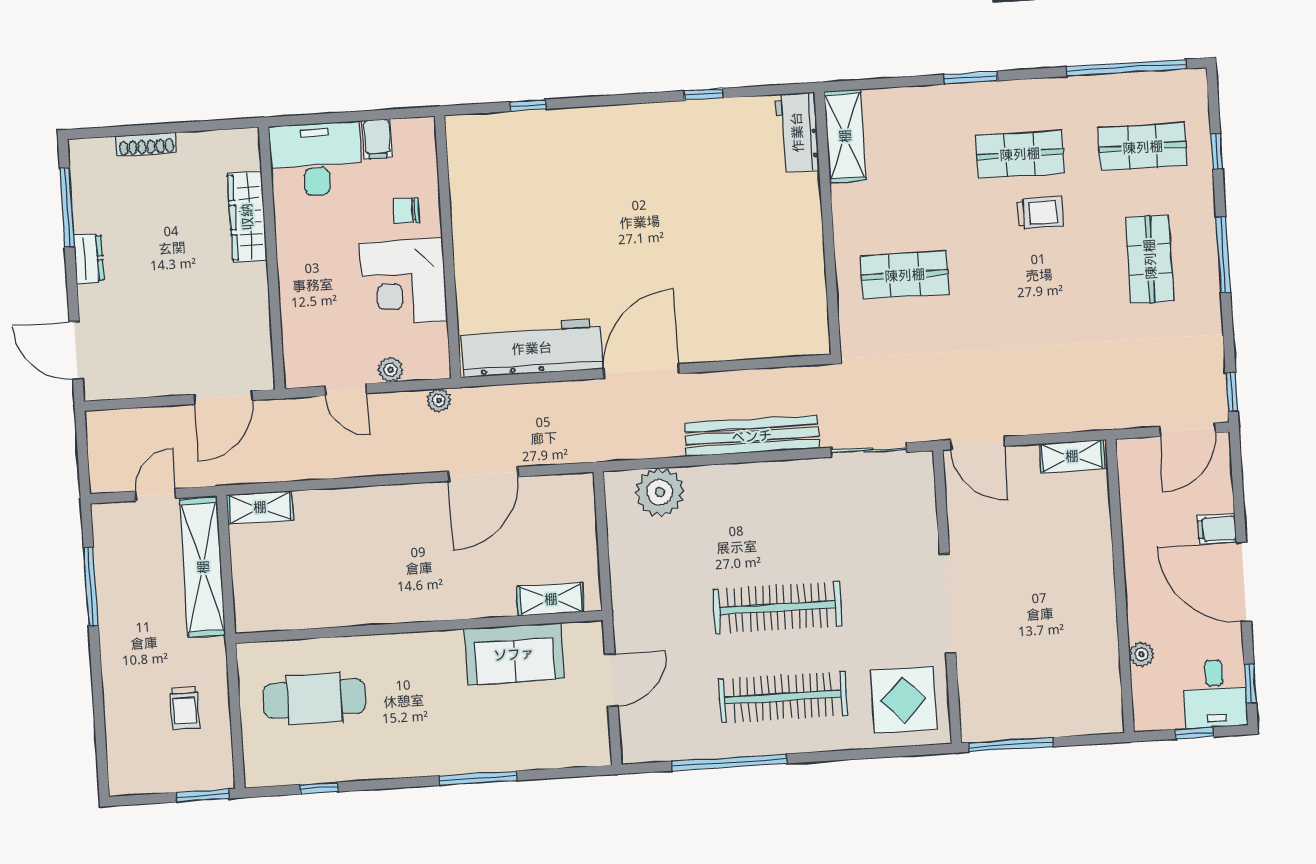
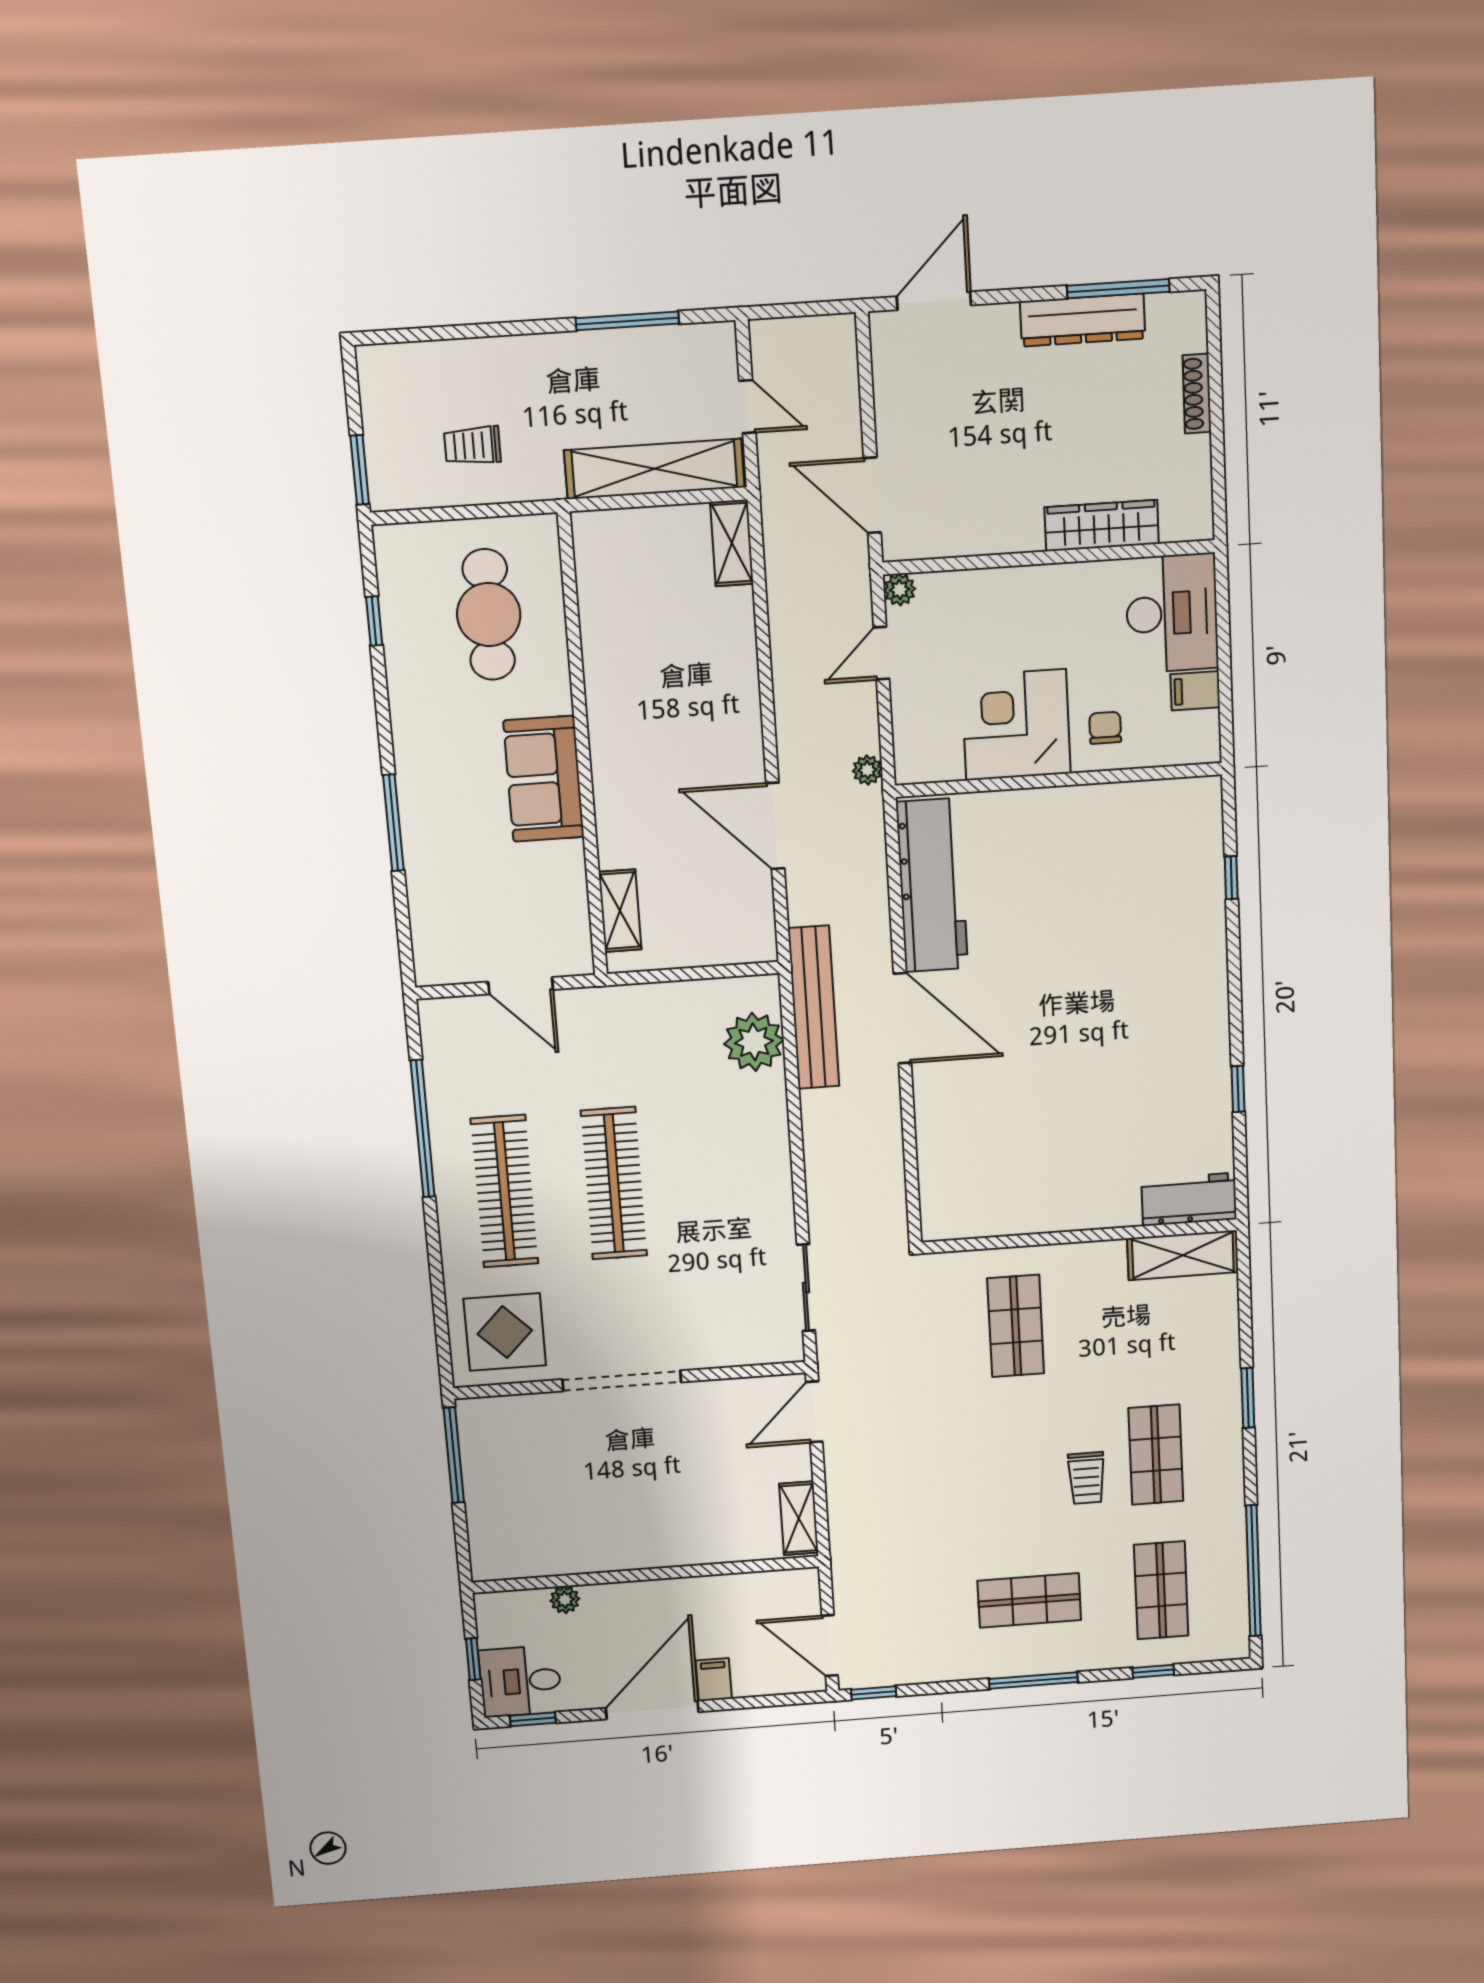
dresser: (89, 258) -> (1083, 320), width x1.96, depth x1.24
plant: (391, 370) -> (900, 590), moved
bench: (752, 436) -> (814, 1007), moved
sofa: (514, 654) -> (544, 779), moved

